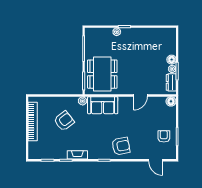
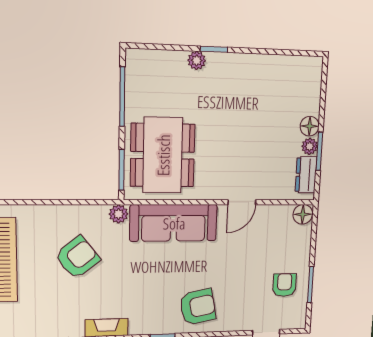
sofa: (103, 105) -> (174, 223), width x1.36

